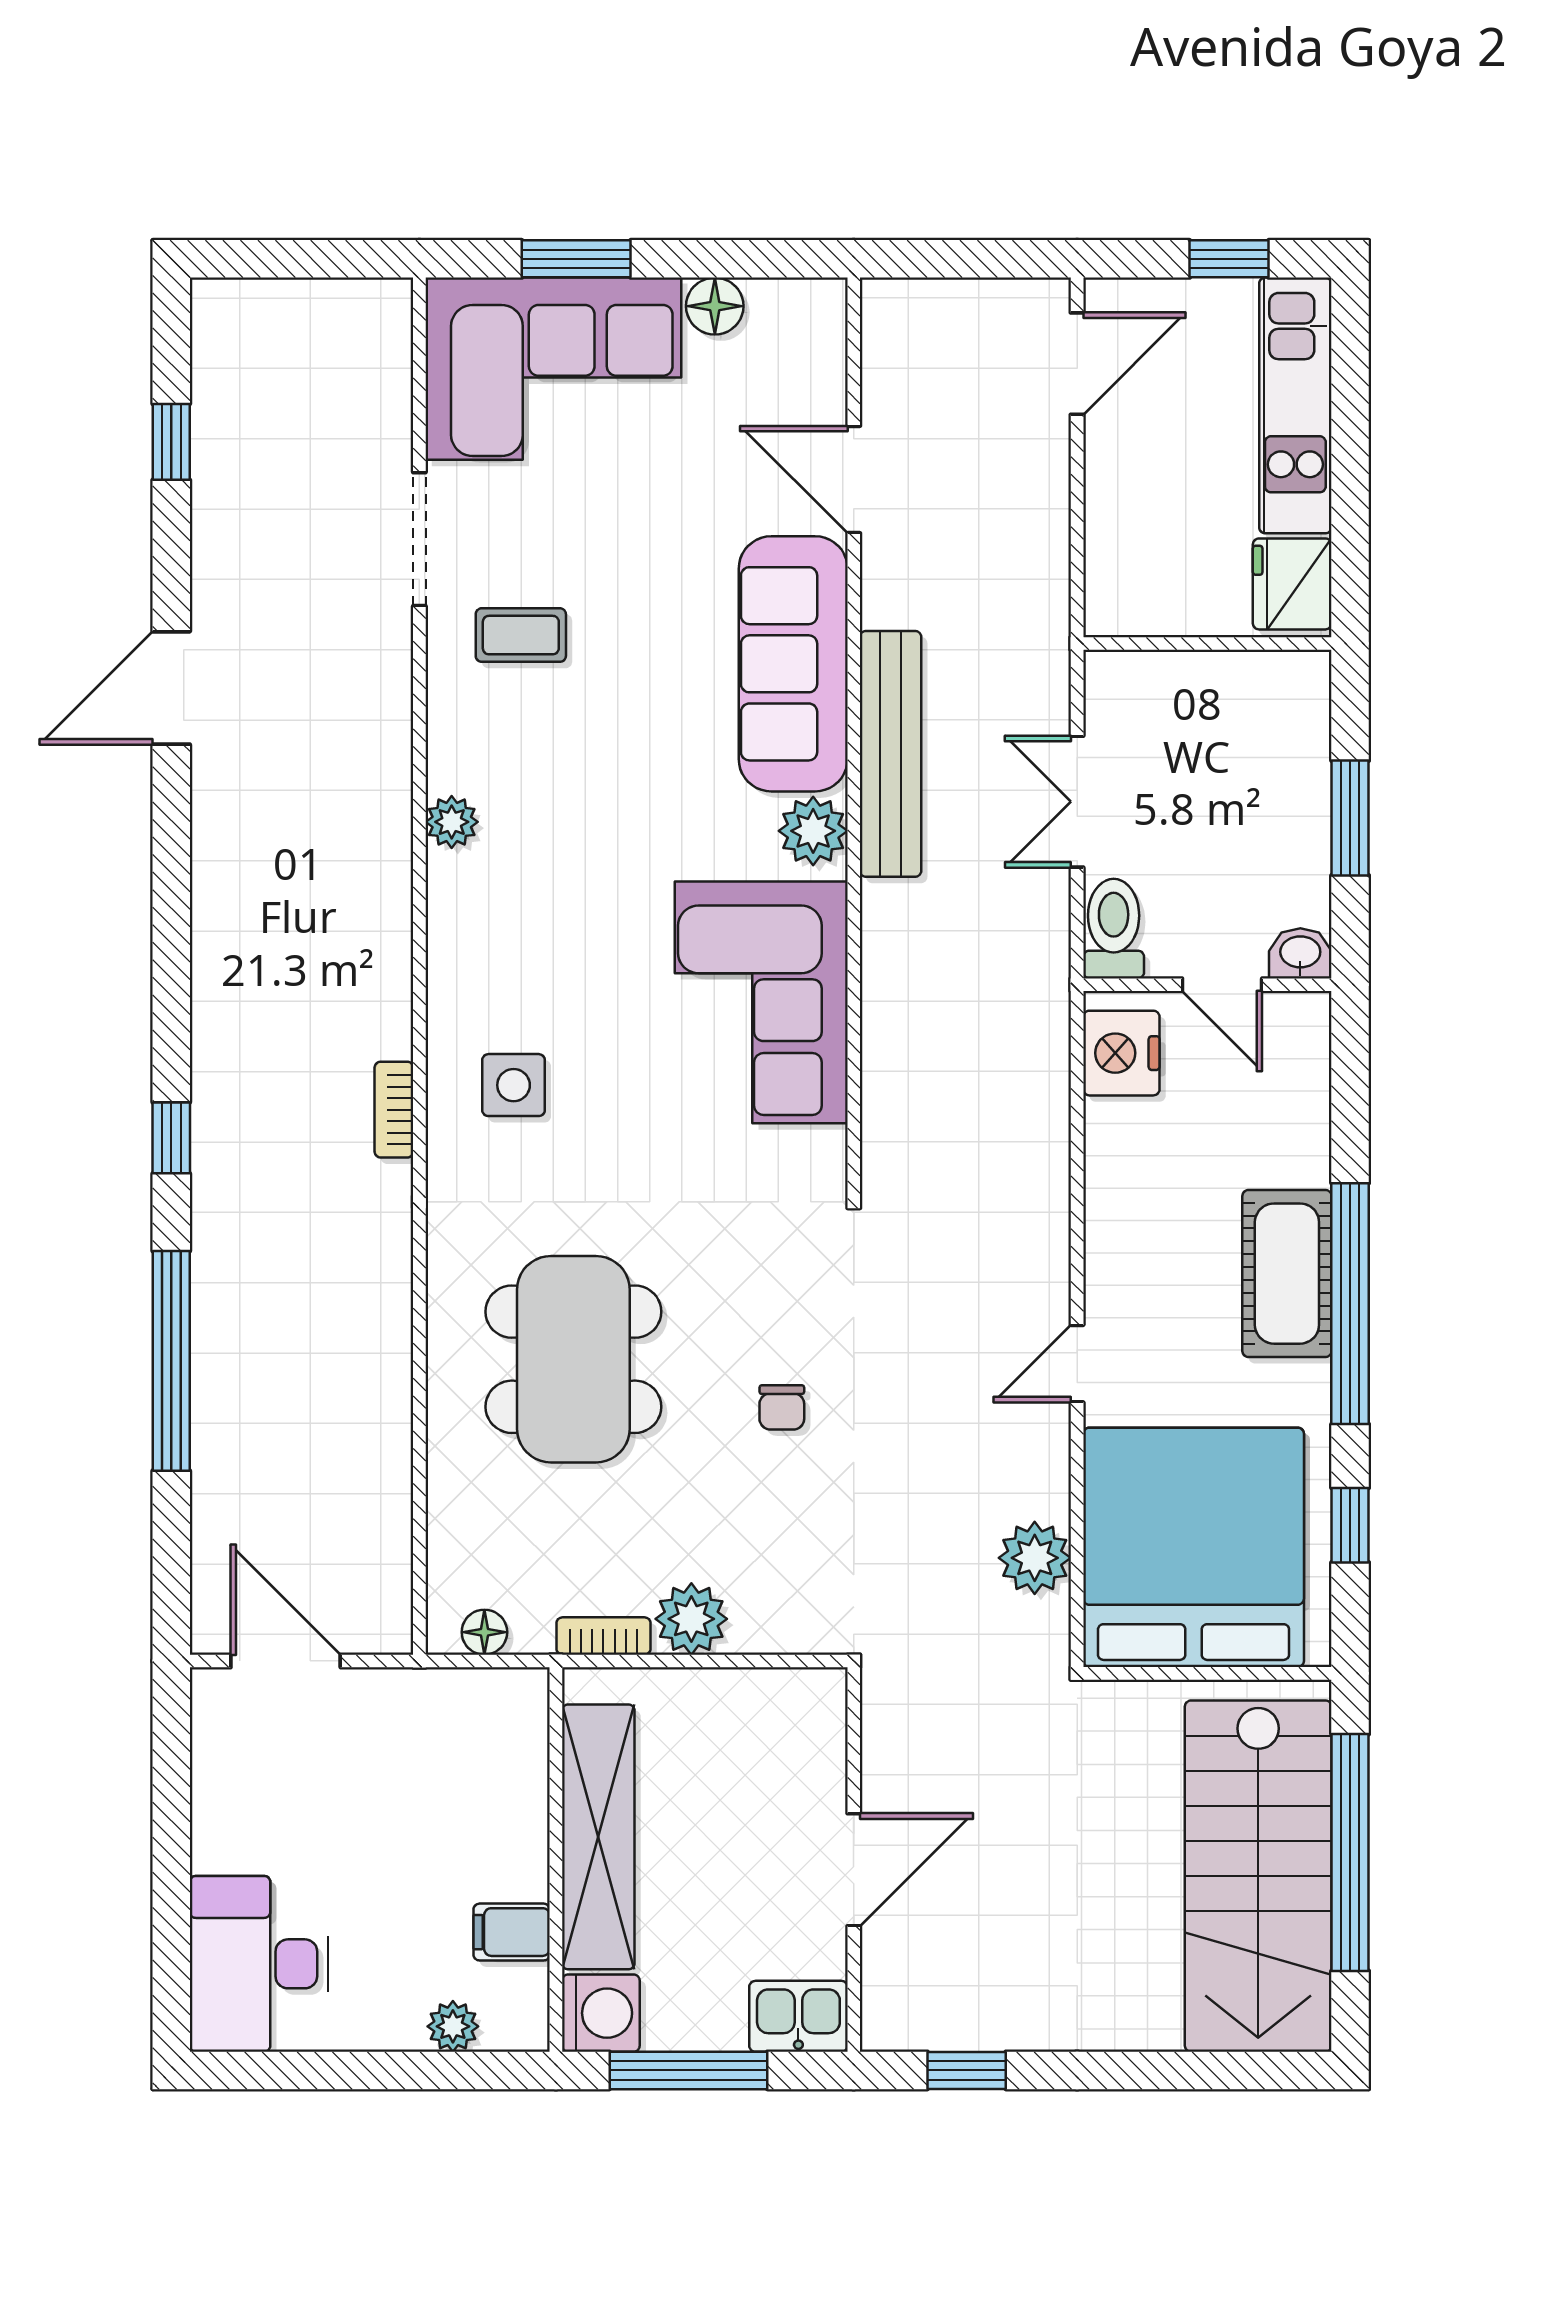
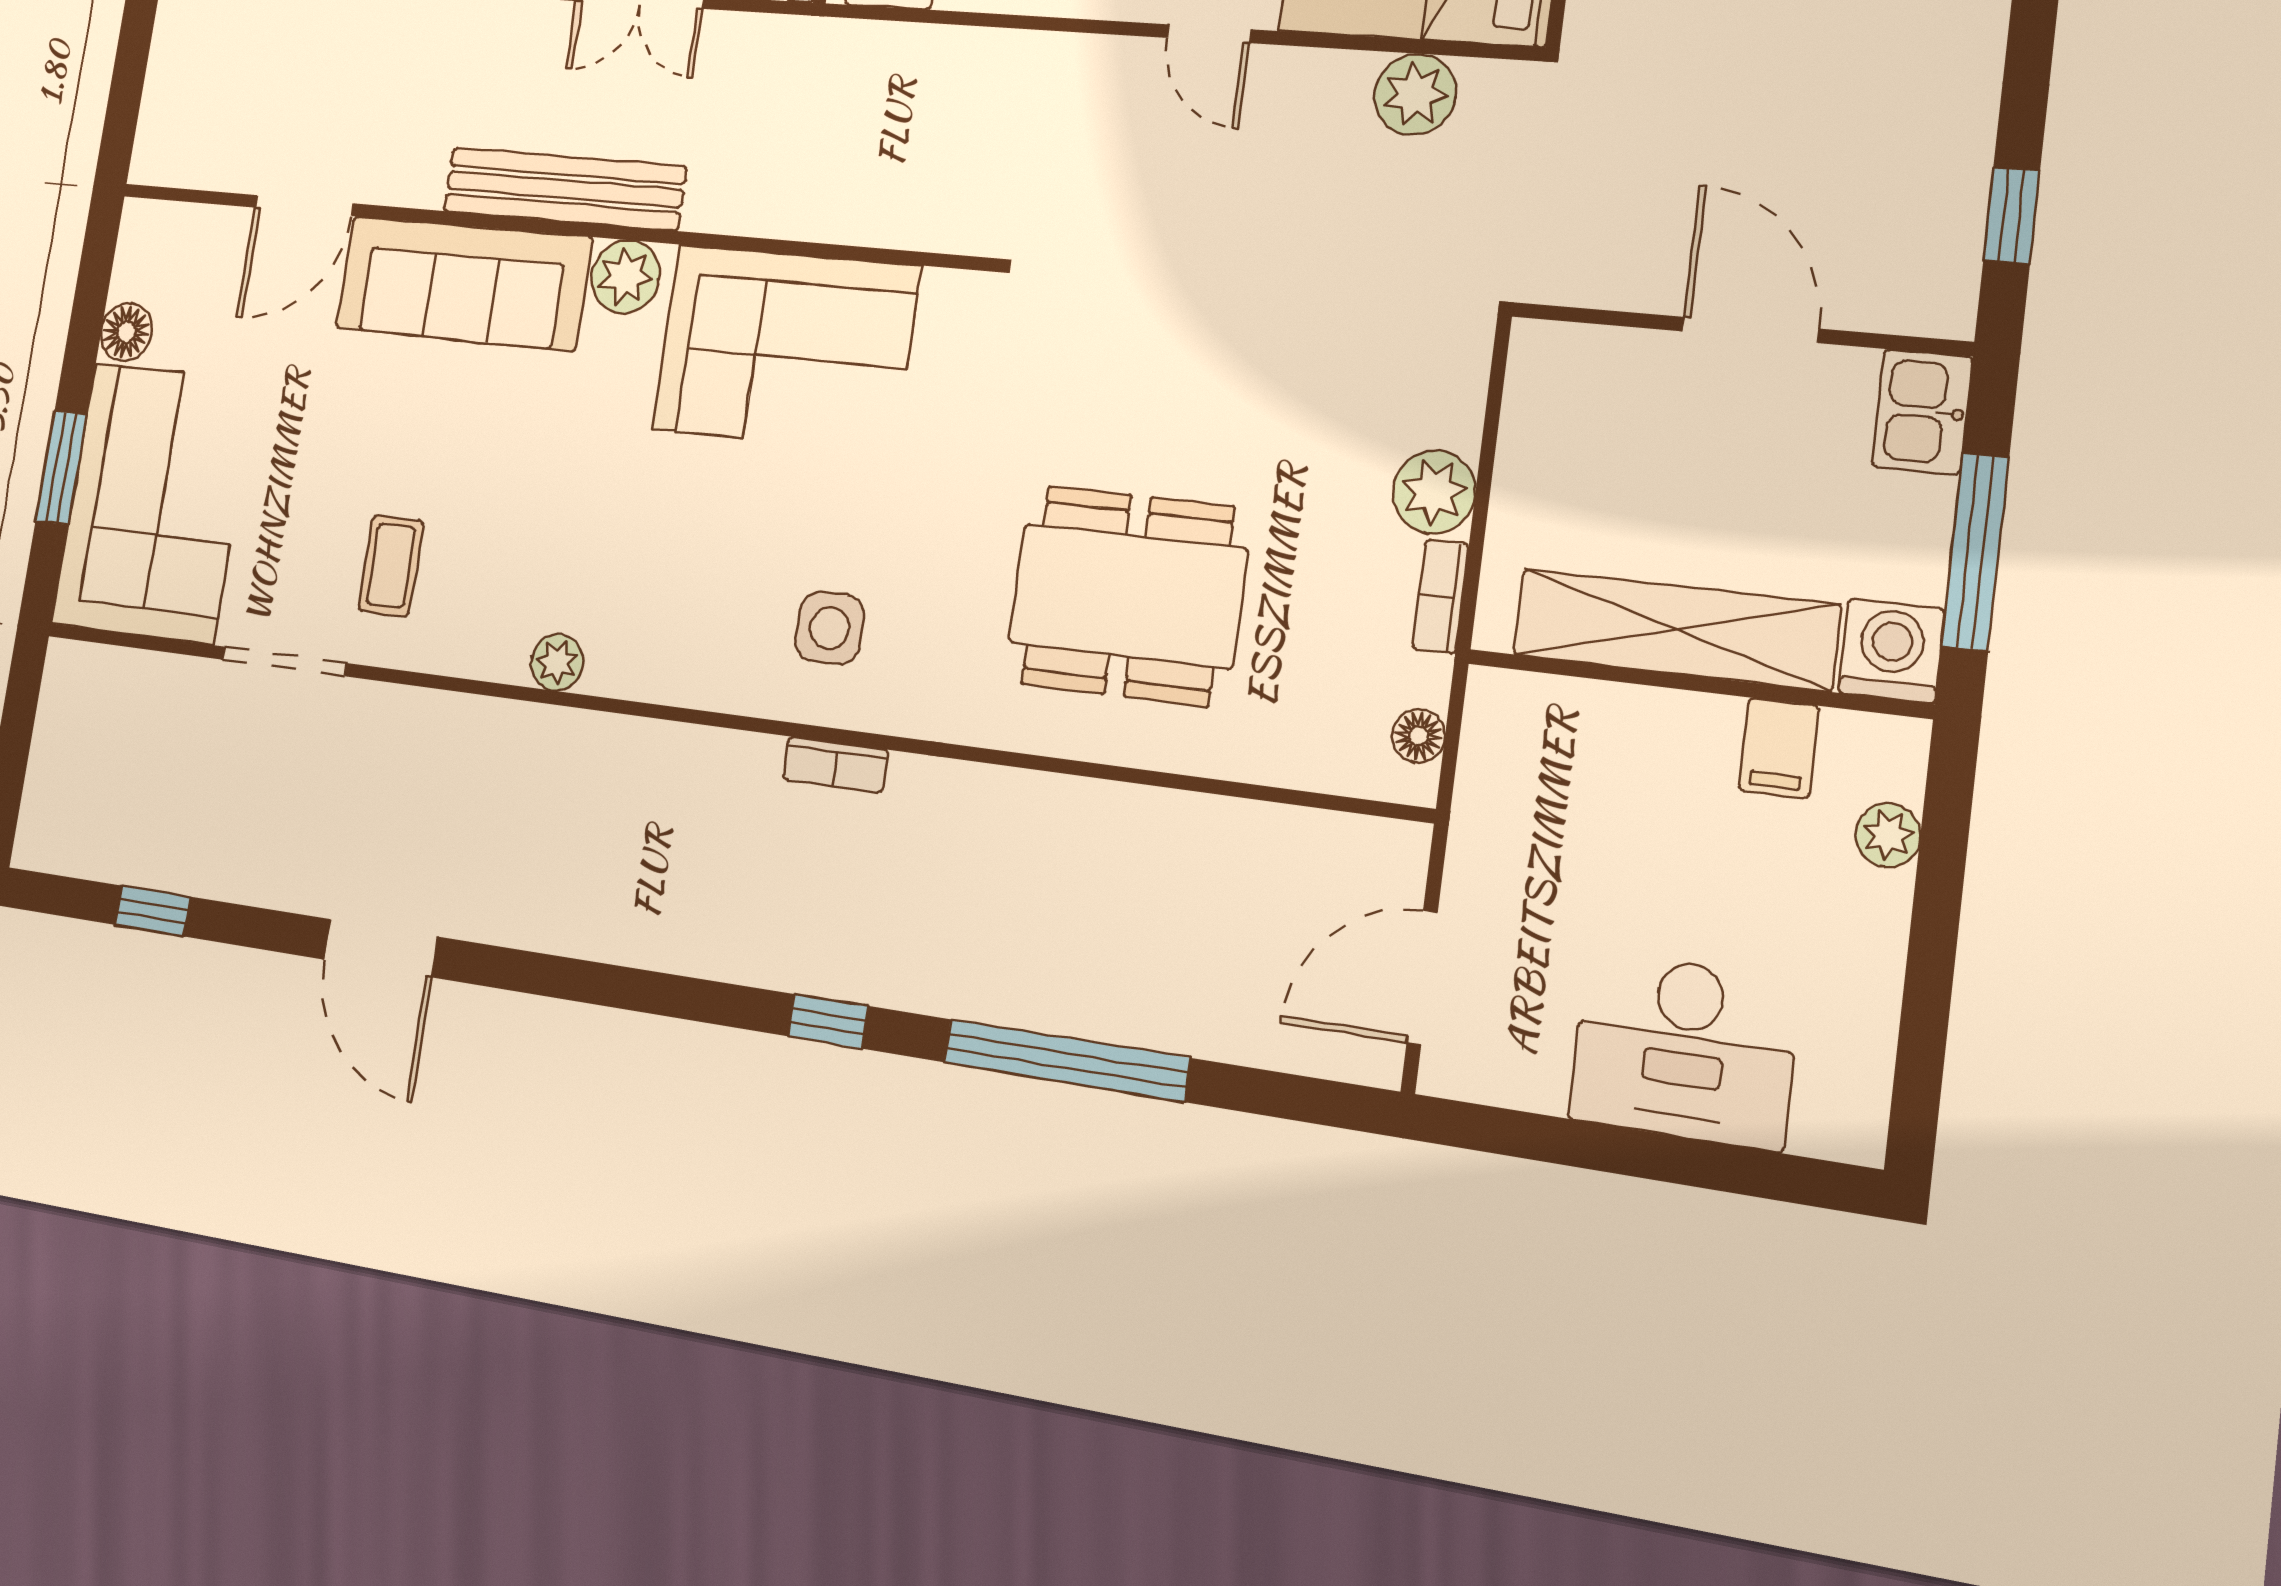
chair: (782, 1407) -> (1212, 365), removed
desk: (259, 1964) -> (1684, 1050), moved

